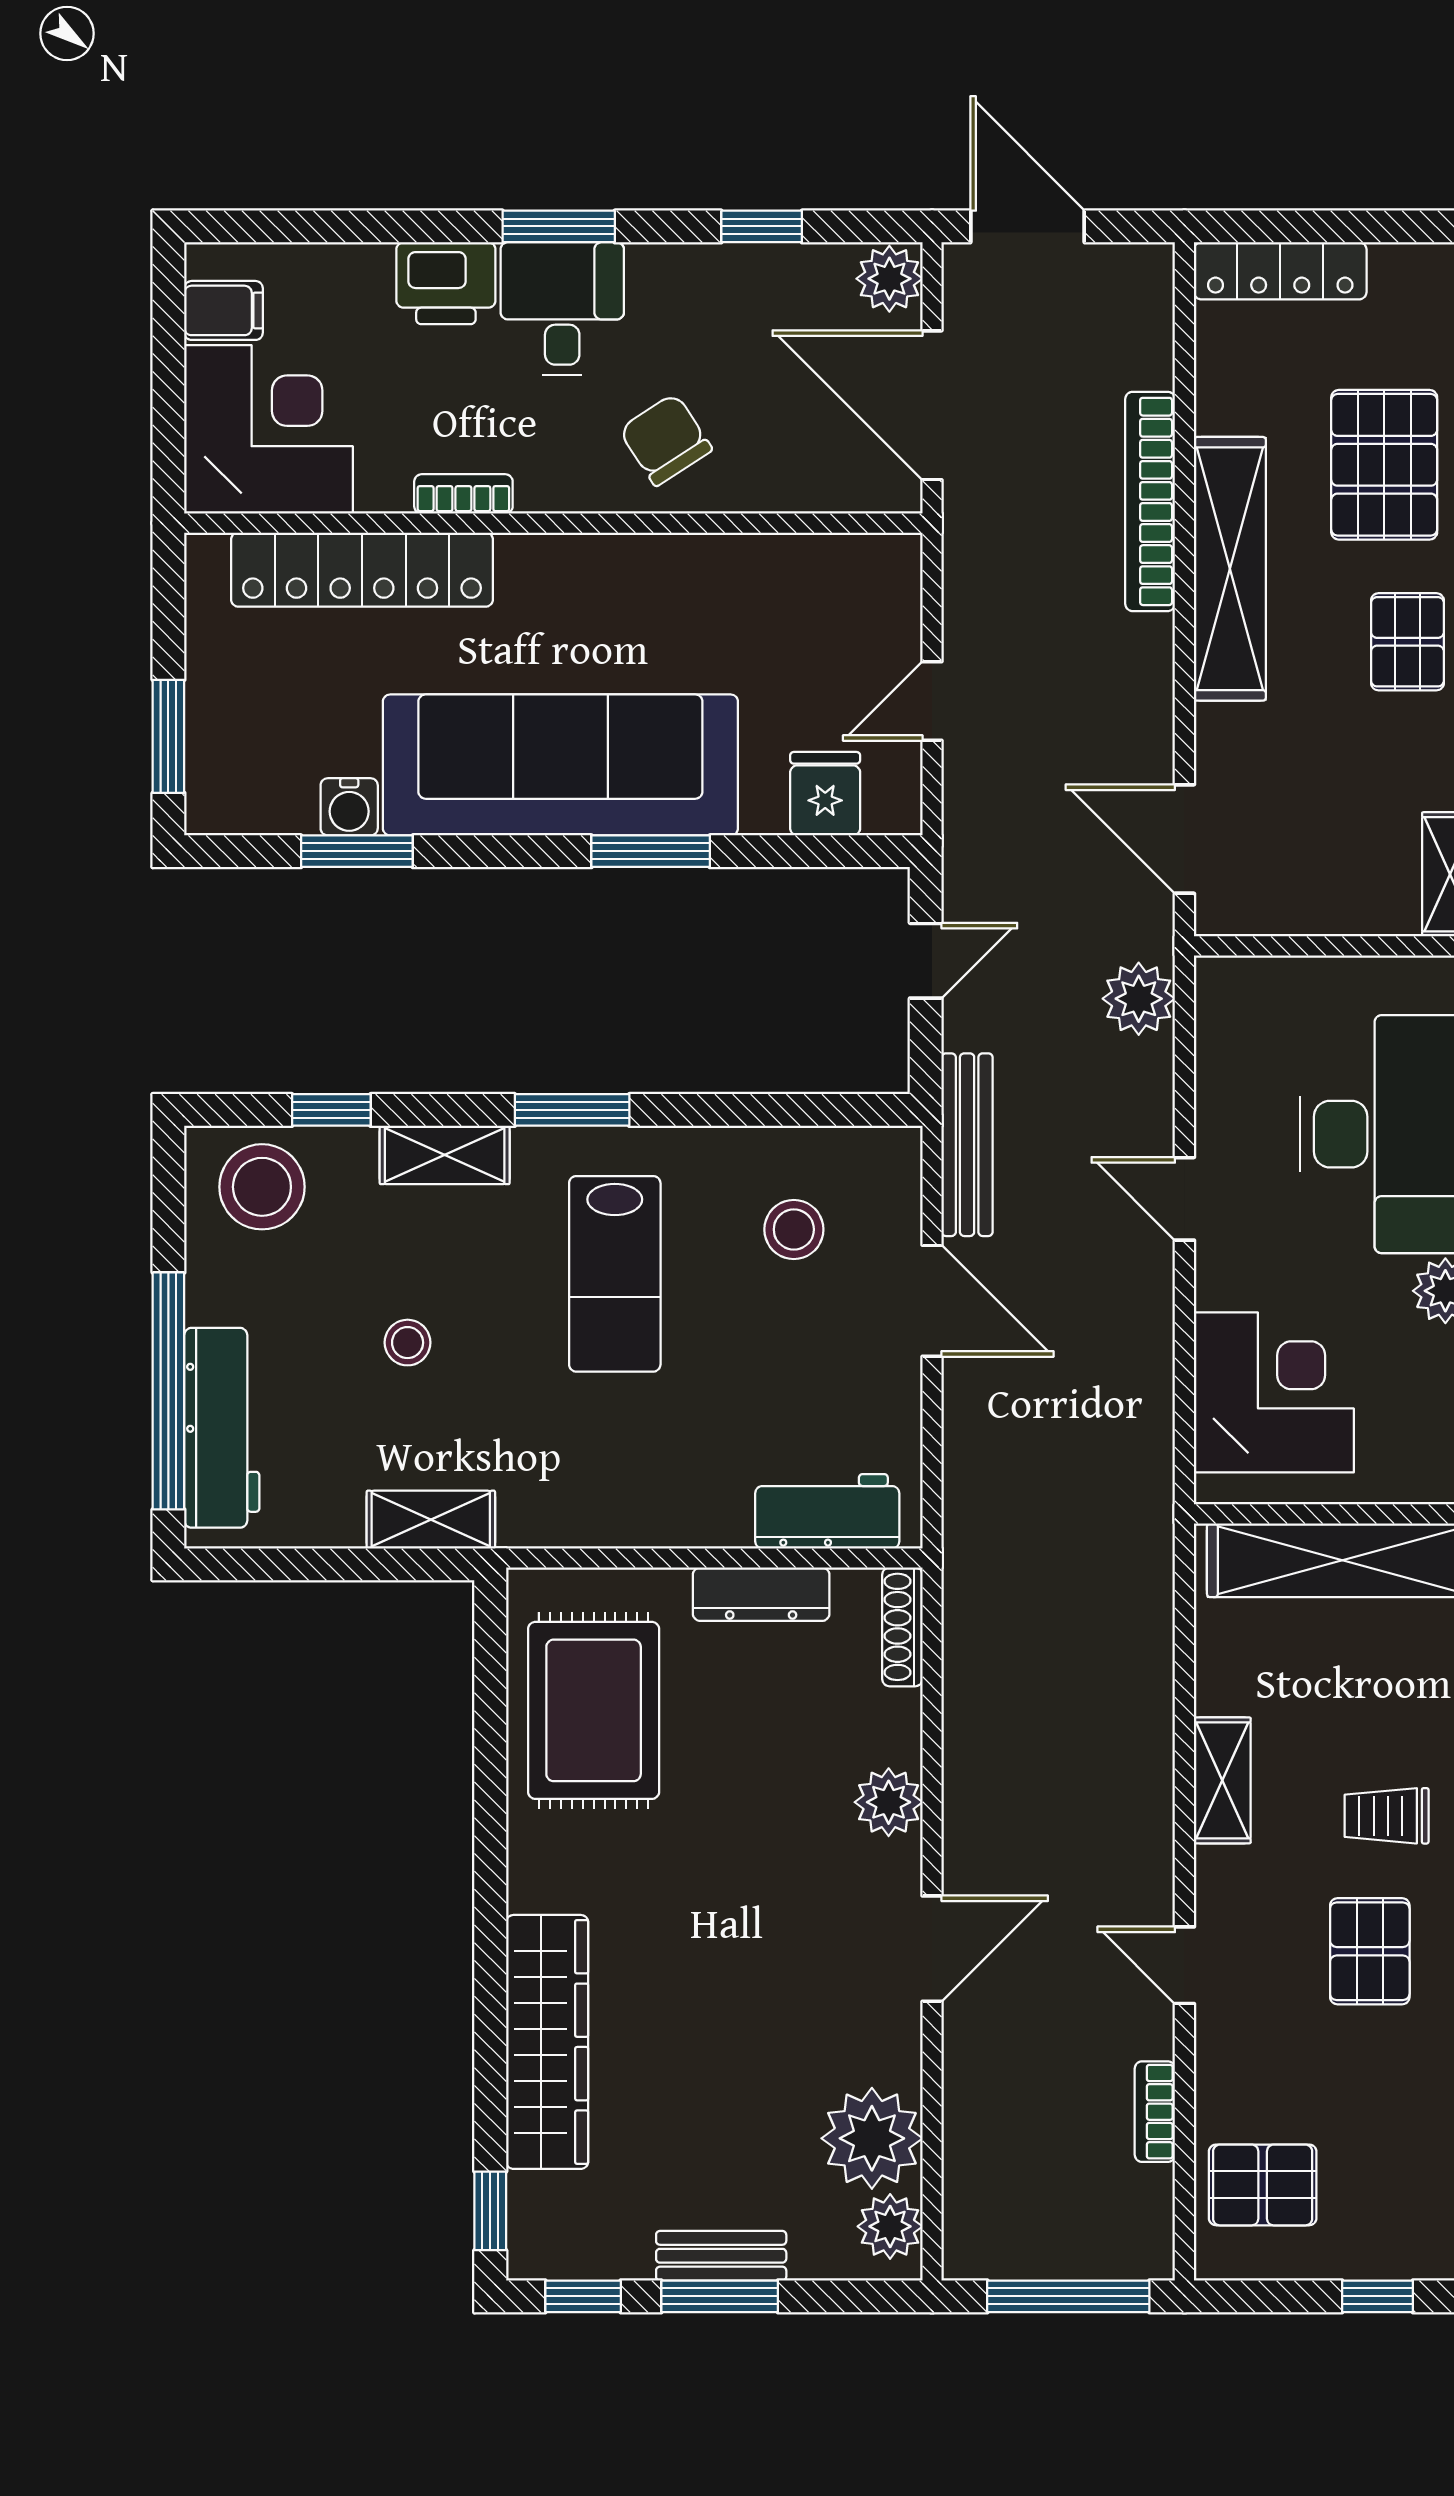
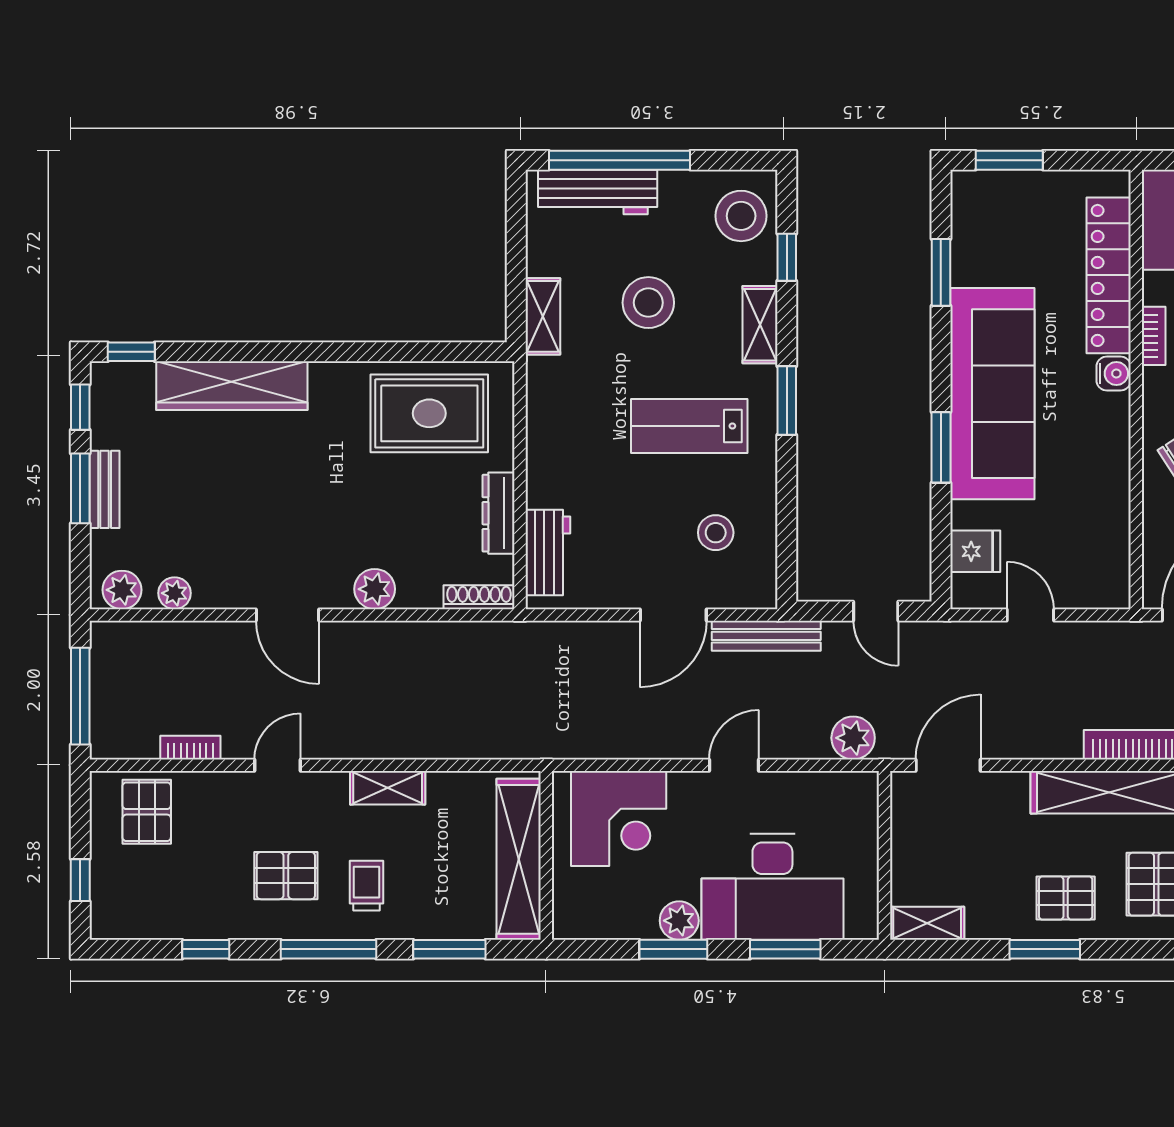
water cooler: (349, 807) -> (1114, 373), moved, turned 180
stool: (408, 1343) -> (648, 303), width x1.89, depth x1.89
plant: (872, 2138) -> (175, 593), width x0.53, depth x0.53

